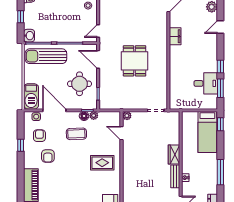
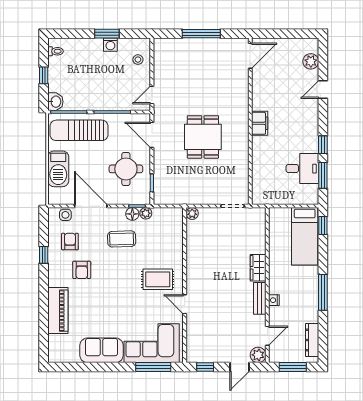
filing cabinet: (175, 36) -> (260, 123), moved
barbecue: (31, 96) -> (58, 169), moved
door: (121, 133) -> (185, 304), moved

